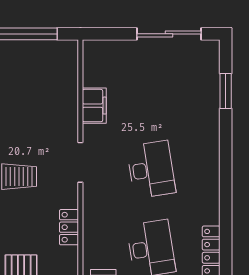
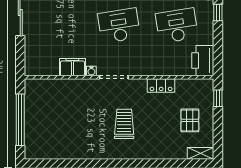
water cooler: (89, 132) -> (91, 71), added

